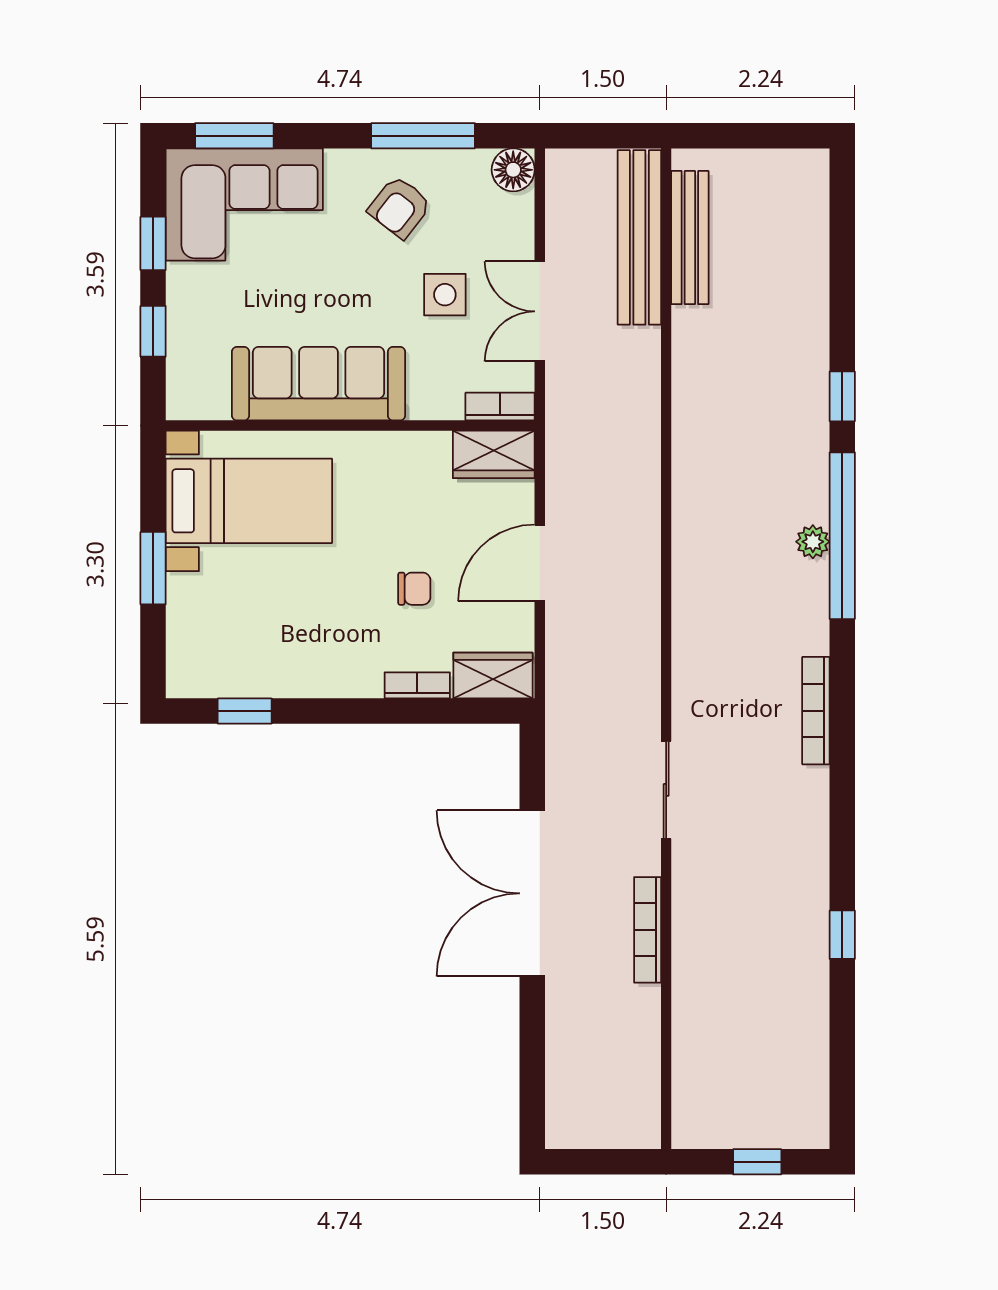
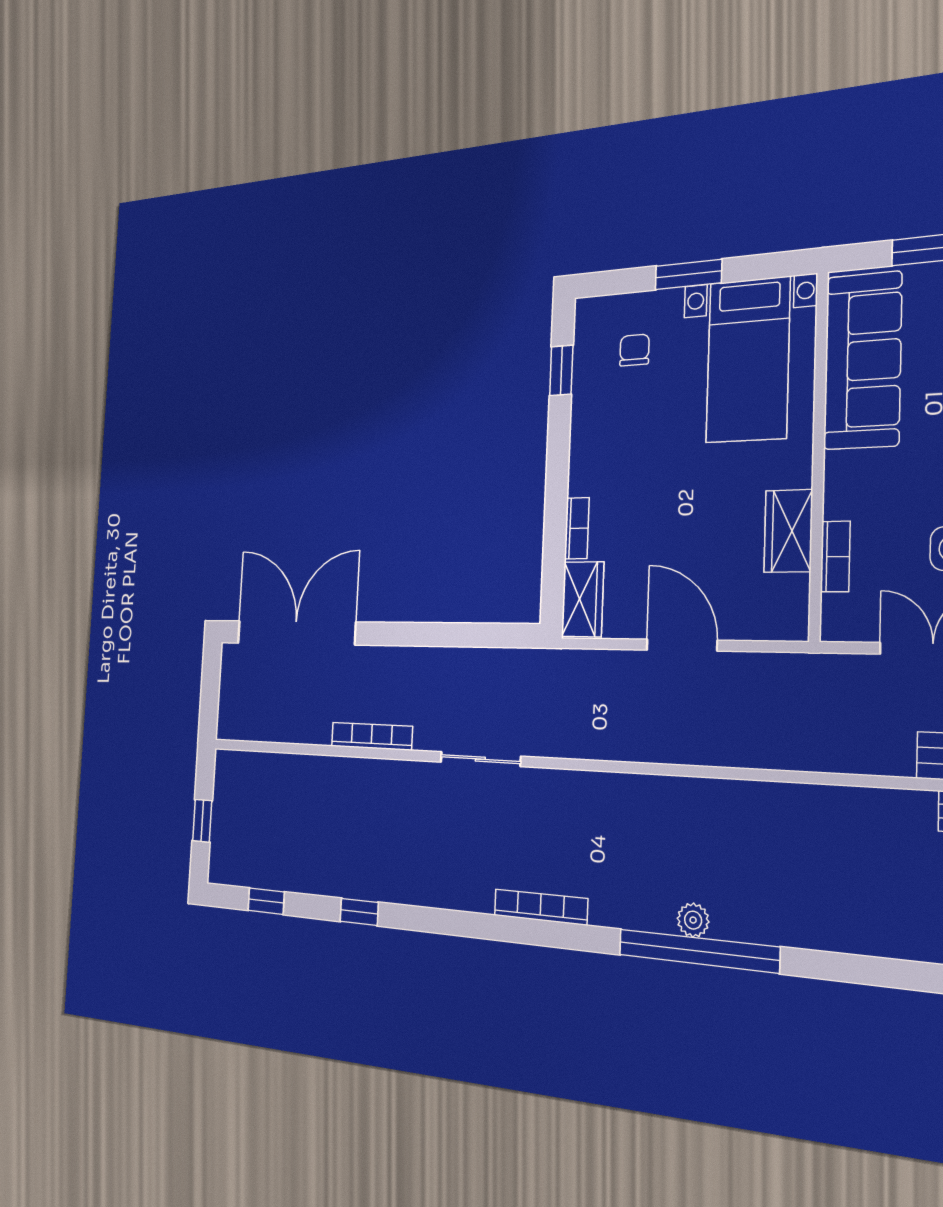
sofa: (319, 384) -> (863, 361), moved
window: (842, 396) -> (266, 901), moved
bookcase: (500, 407) -> (835, 557), moved
wardrobe: (494, 454) -> (788, 531), moved
chair: (414, 589) -> (635, 350), moved, turned 180
double door: (532, 893) -> (296, 633), moved

